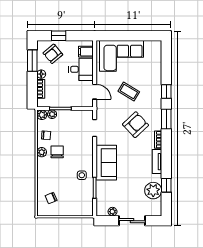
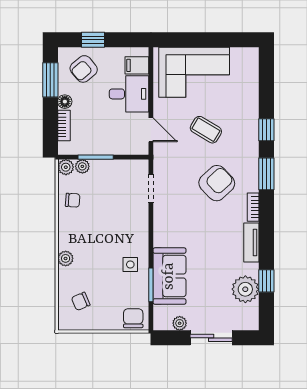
plant: (42, 152) -> (66, 258), moved
chair: (57, 152) -> (133, 318), moved
sofa: (106, 163) -> (169, 276), moved

